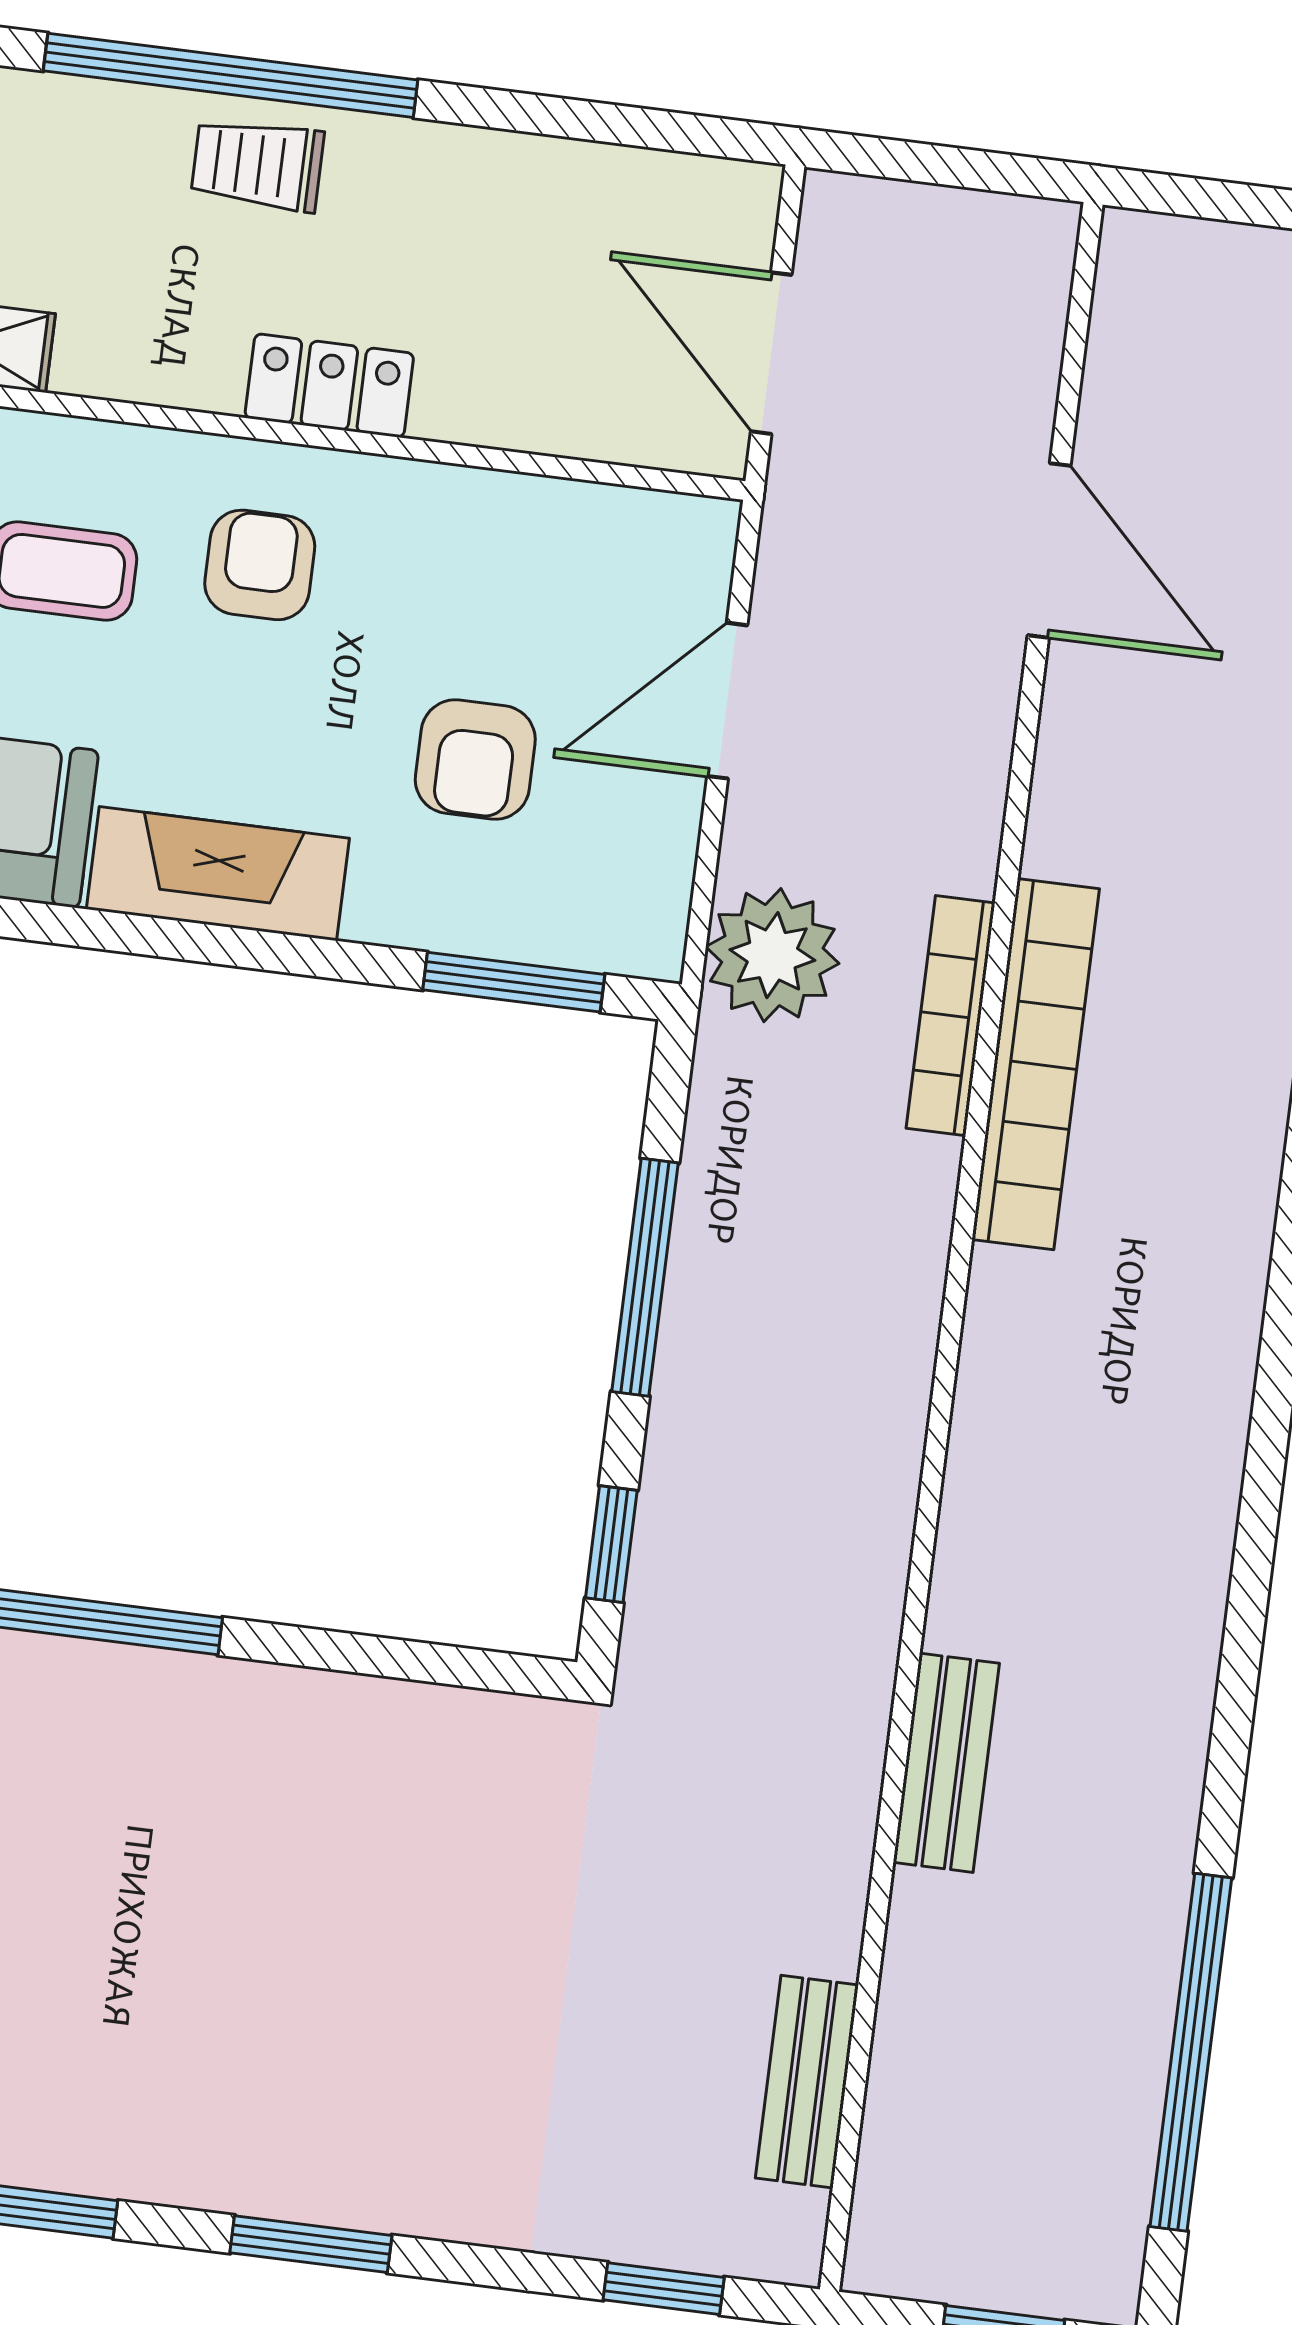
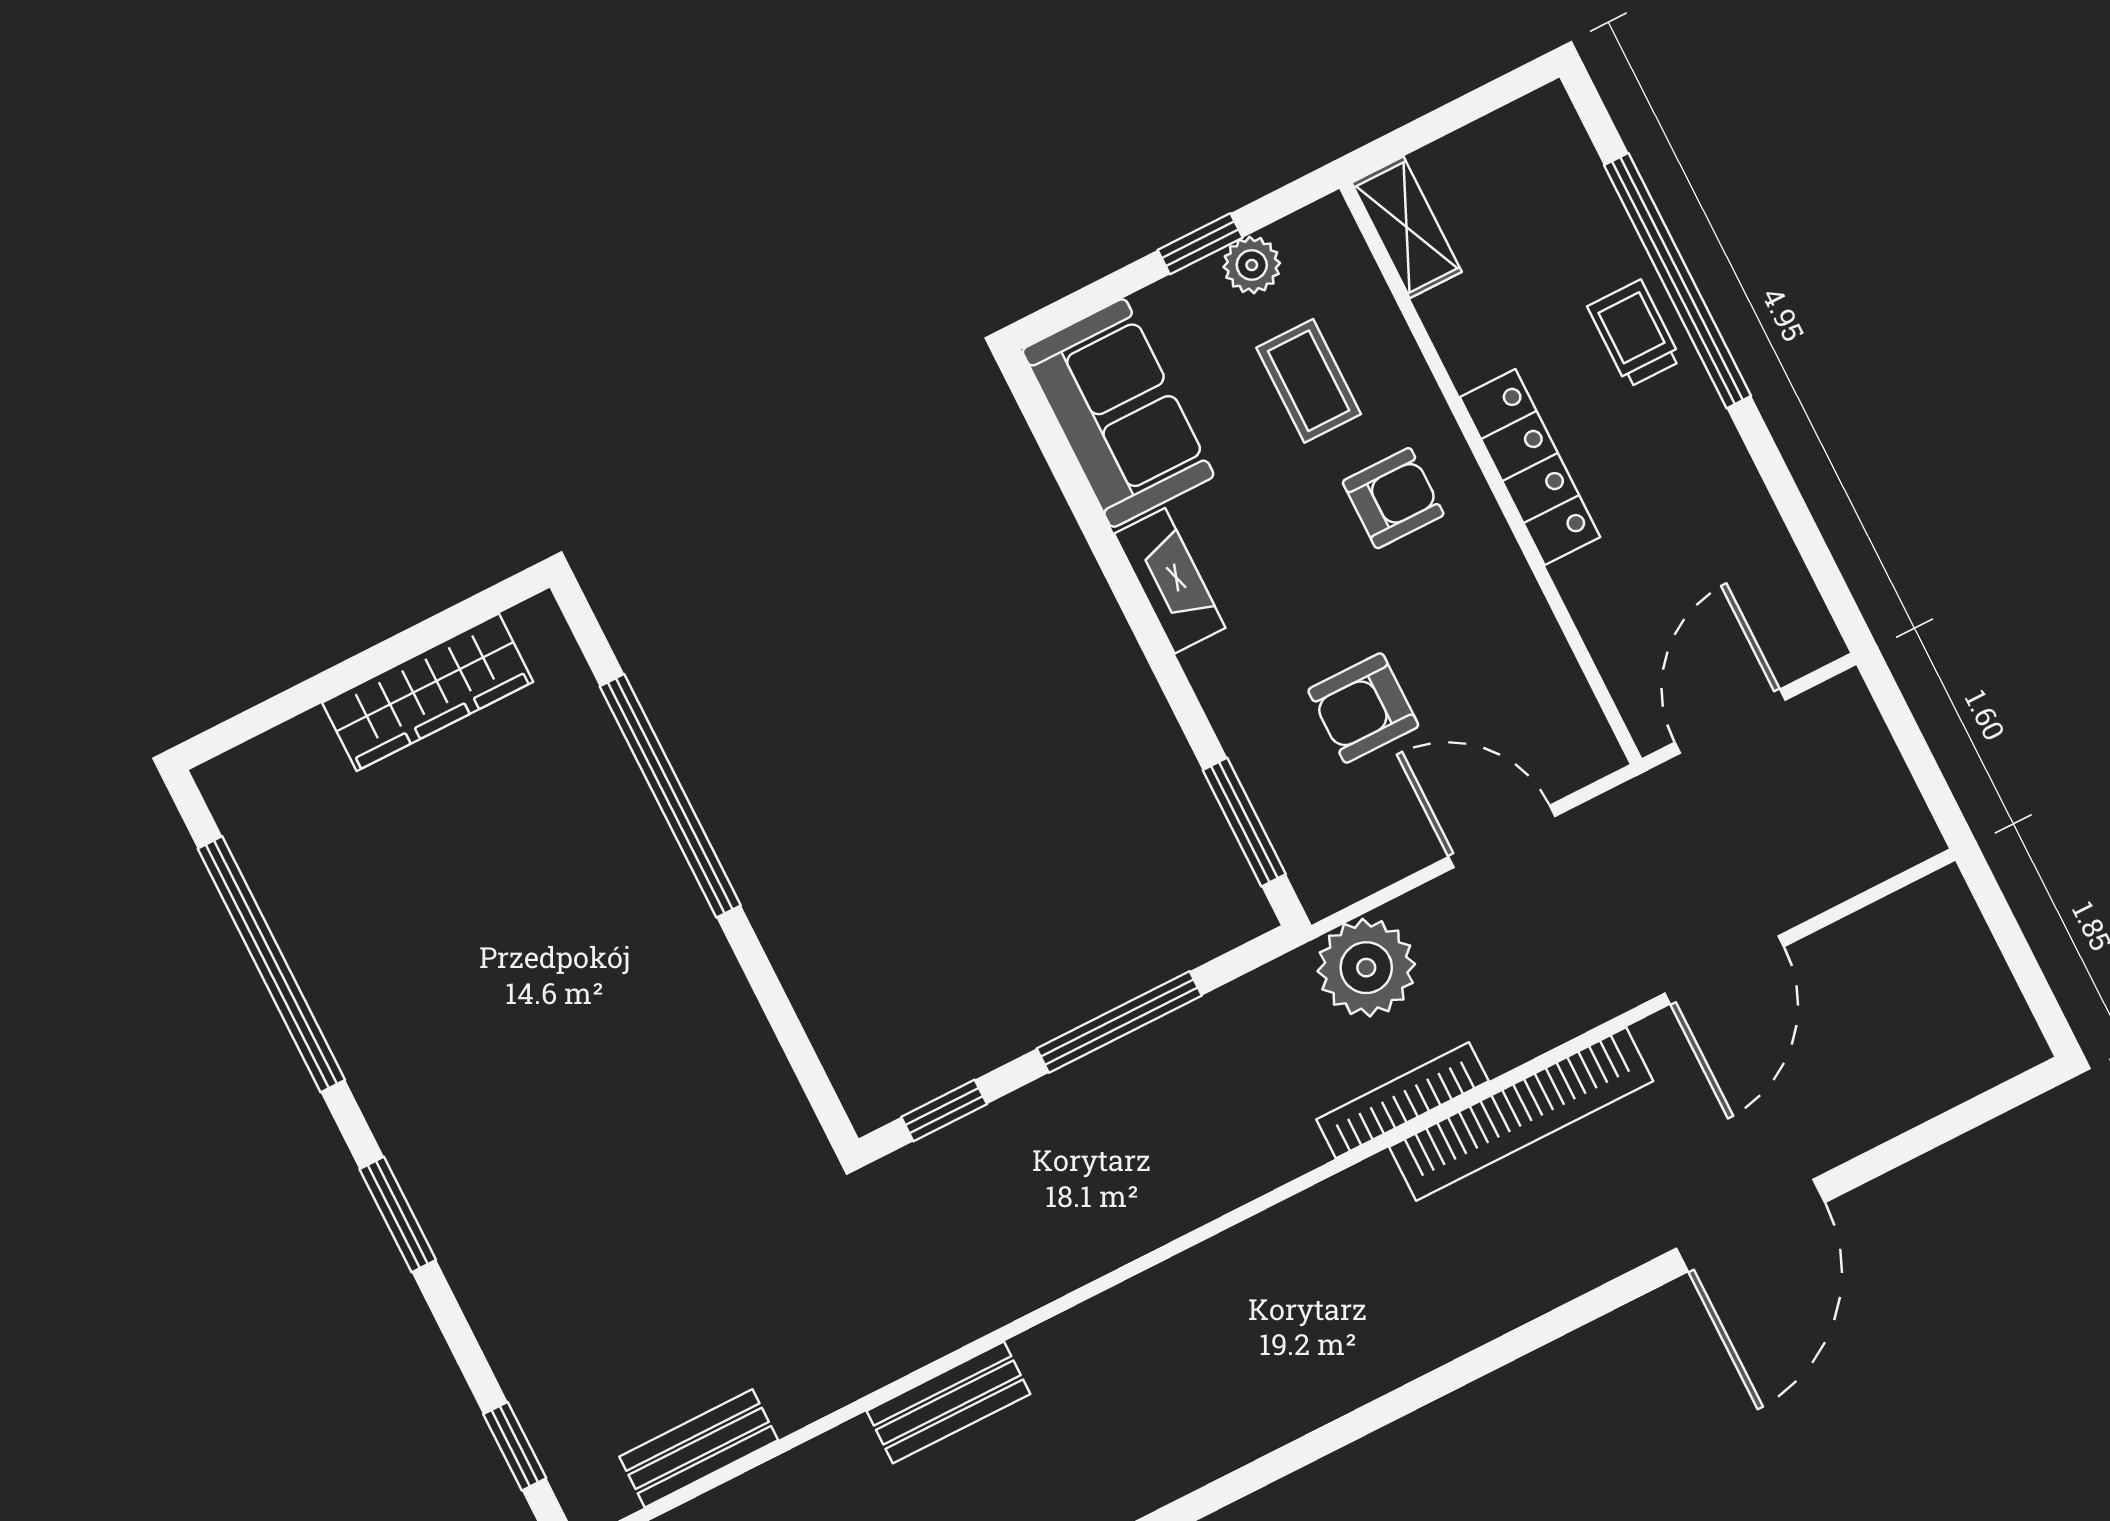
locker: (329, 386) -> (1530, 467), width x1.53
fireplace: (218, 874) -> (1170, 581), width x0.73, depth x0.76
bookcase: (1035, 1064) -> (1521, 1114), moved

